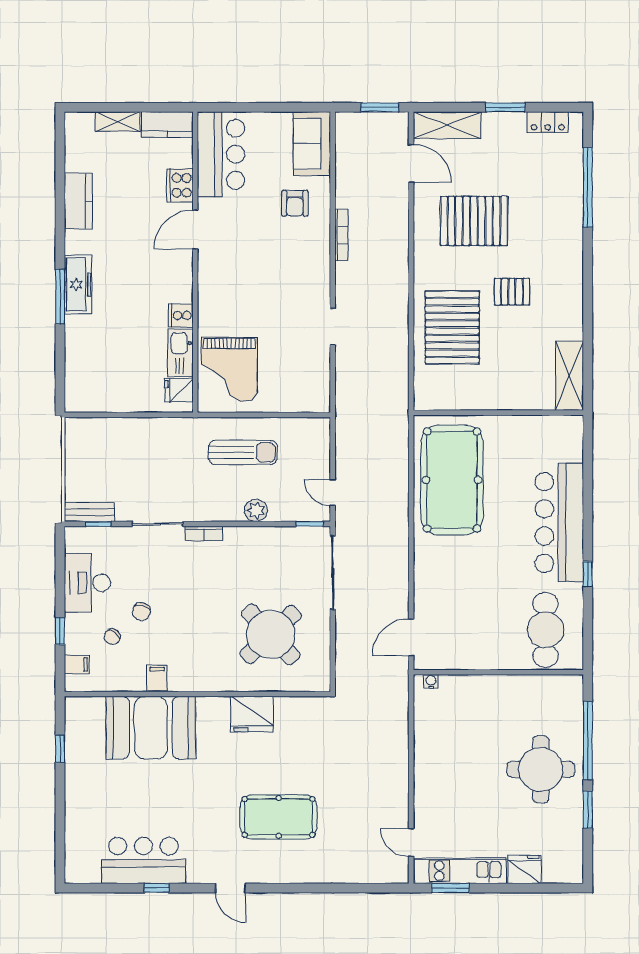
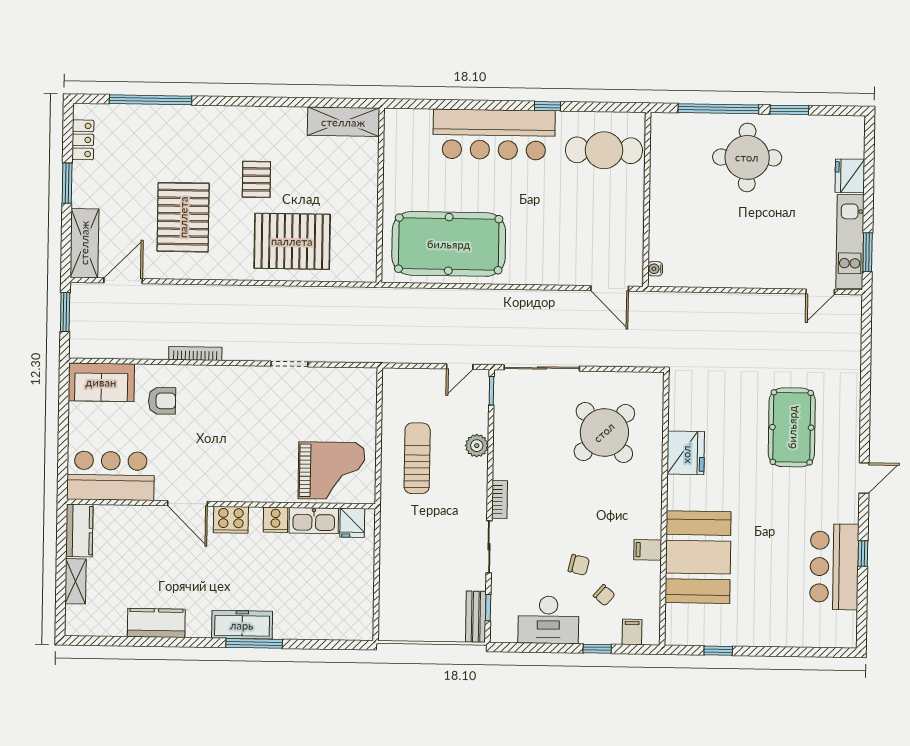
cooker: (180, 185) -> (231, 520), moved

